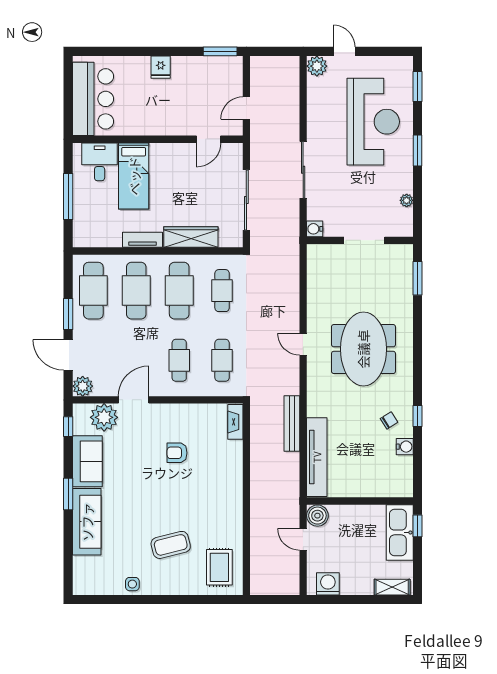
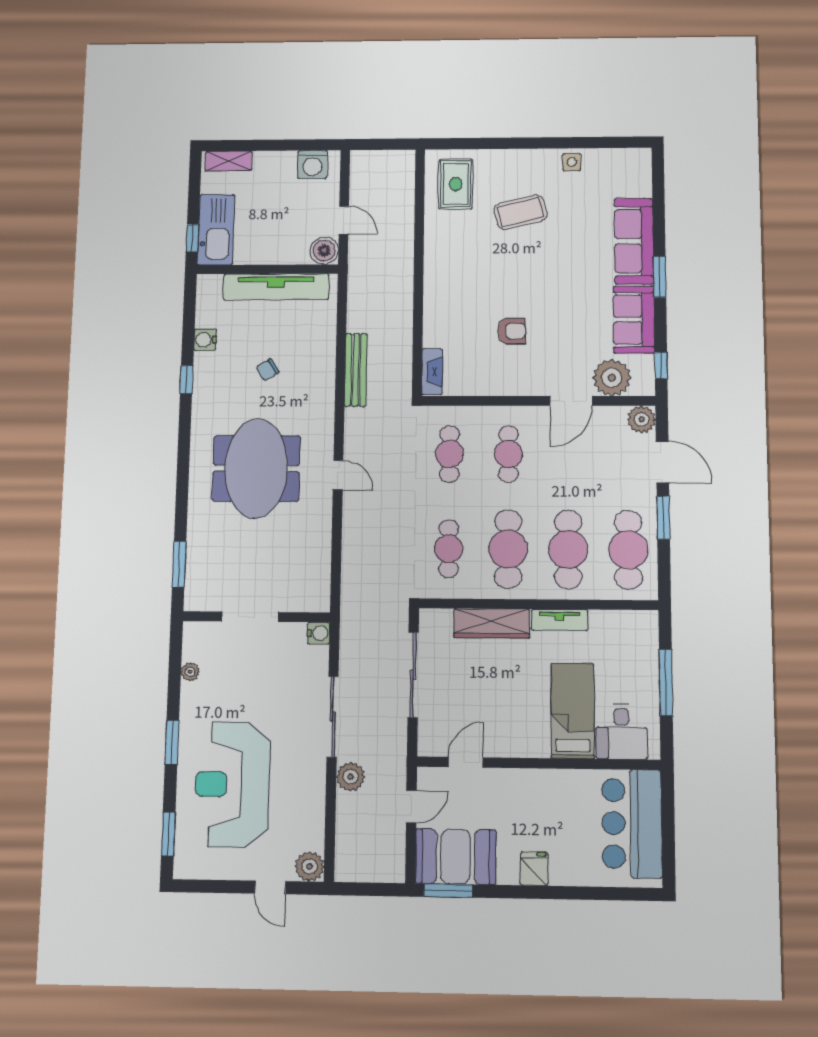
booth: (215, 74) -> (456, 857), added
plant: (289, 128) -> (351, 777), added
chair: (389, 420) -> (267, 370), moved
tv unit: (317, 457) -> (276, 287), moved, turned -90

